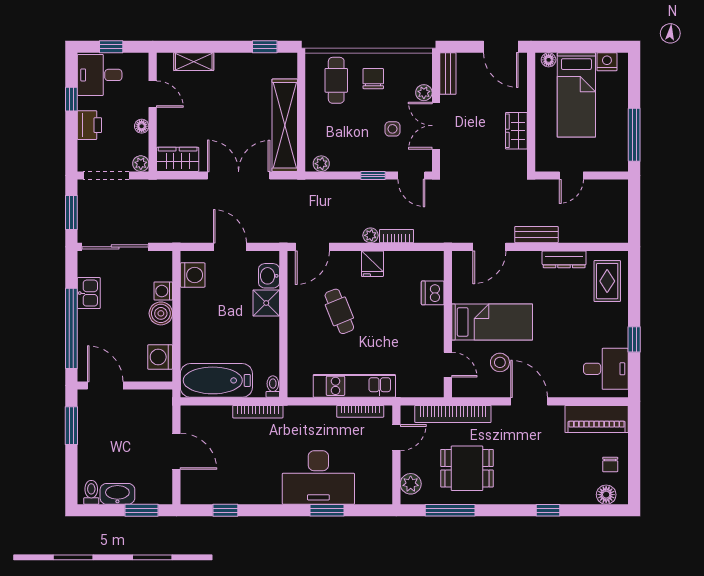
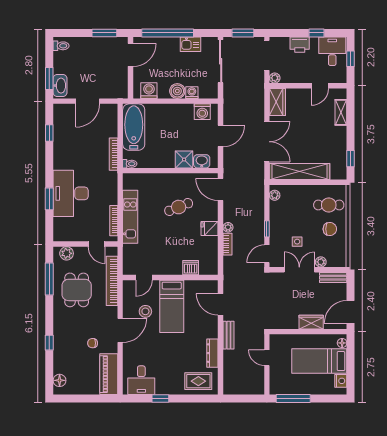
floor lamp: (142, 126) -> (299, 79), removed
wardrobe: (516, 131) -> (311, 322), moved
chair: (610, 464) -> (93, 343), moved
washbasin: (117, 494) -> (60, 86), moved

